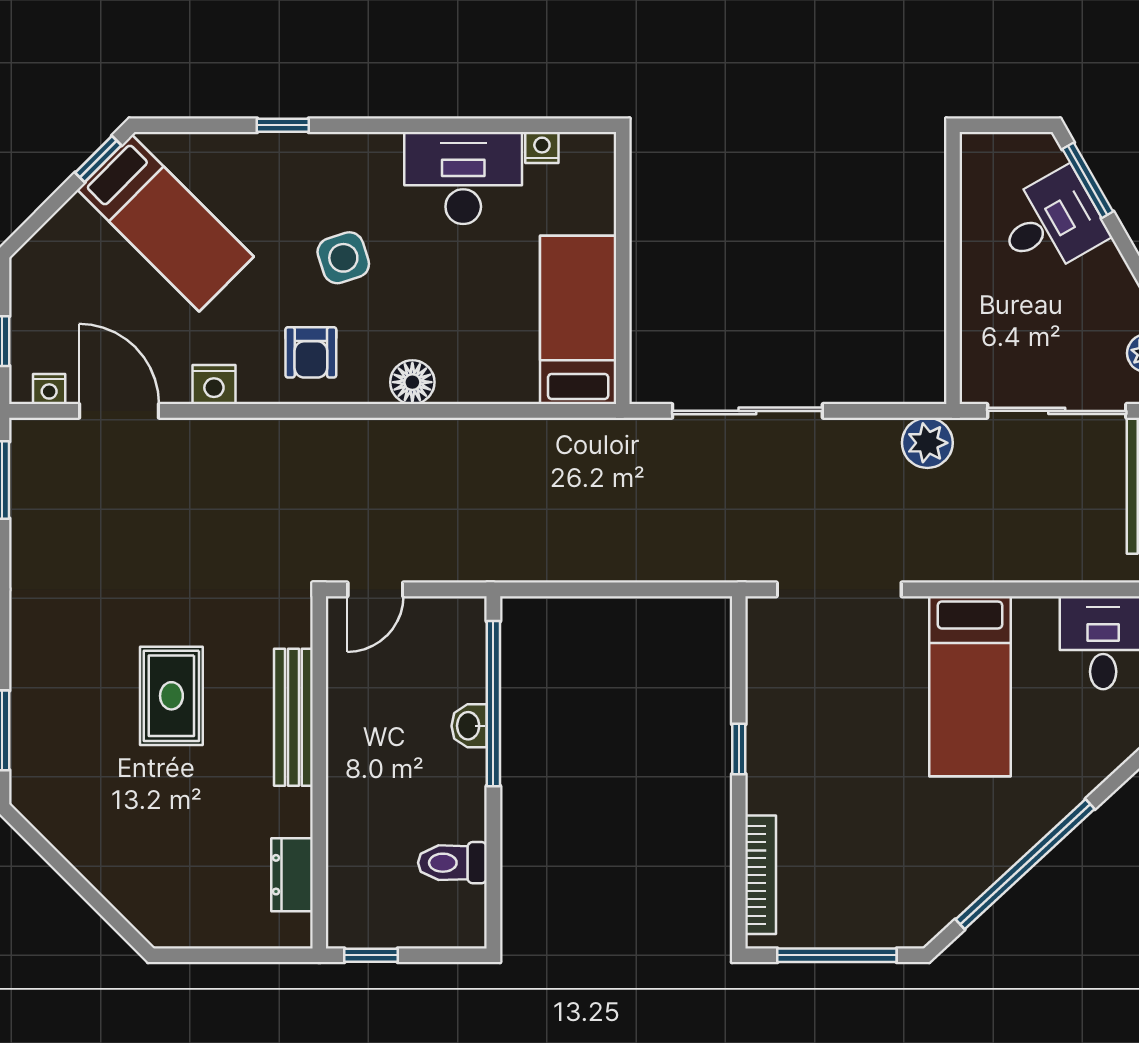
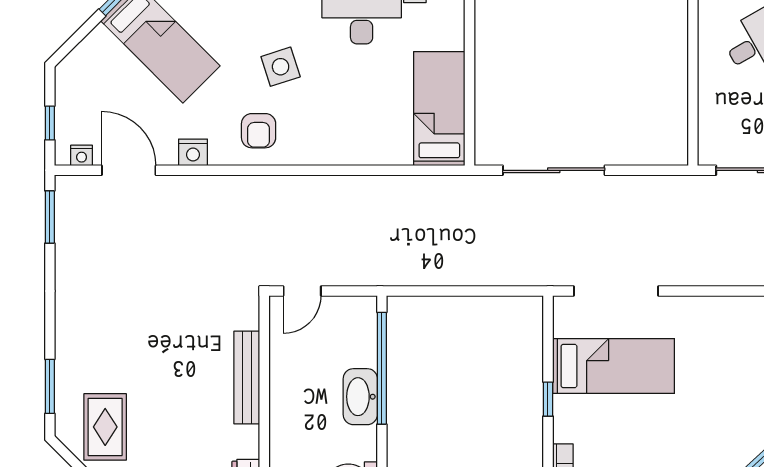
floor lamp: (412, 382) -> (327, 151), removed
plant: (927, 443) -> (676, 192), removed
bed: (970, 686) -> (613, 366), moved, turned -90
rug: (171, 696) -> (105, 427), moved
washbasin: (469, 726) -> (360, 397), width x1.91, depth x1.45

